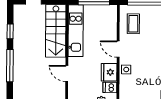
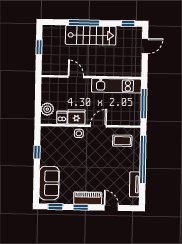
window: (10, 31) -> (128, 24), moved
stairs: (56, 31) -> (91, 35), moved, turned 180
door: (67, 73) -> (76, 77), hinge flipped

